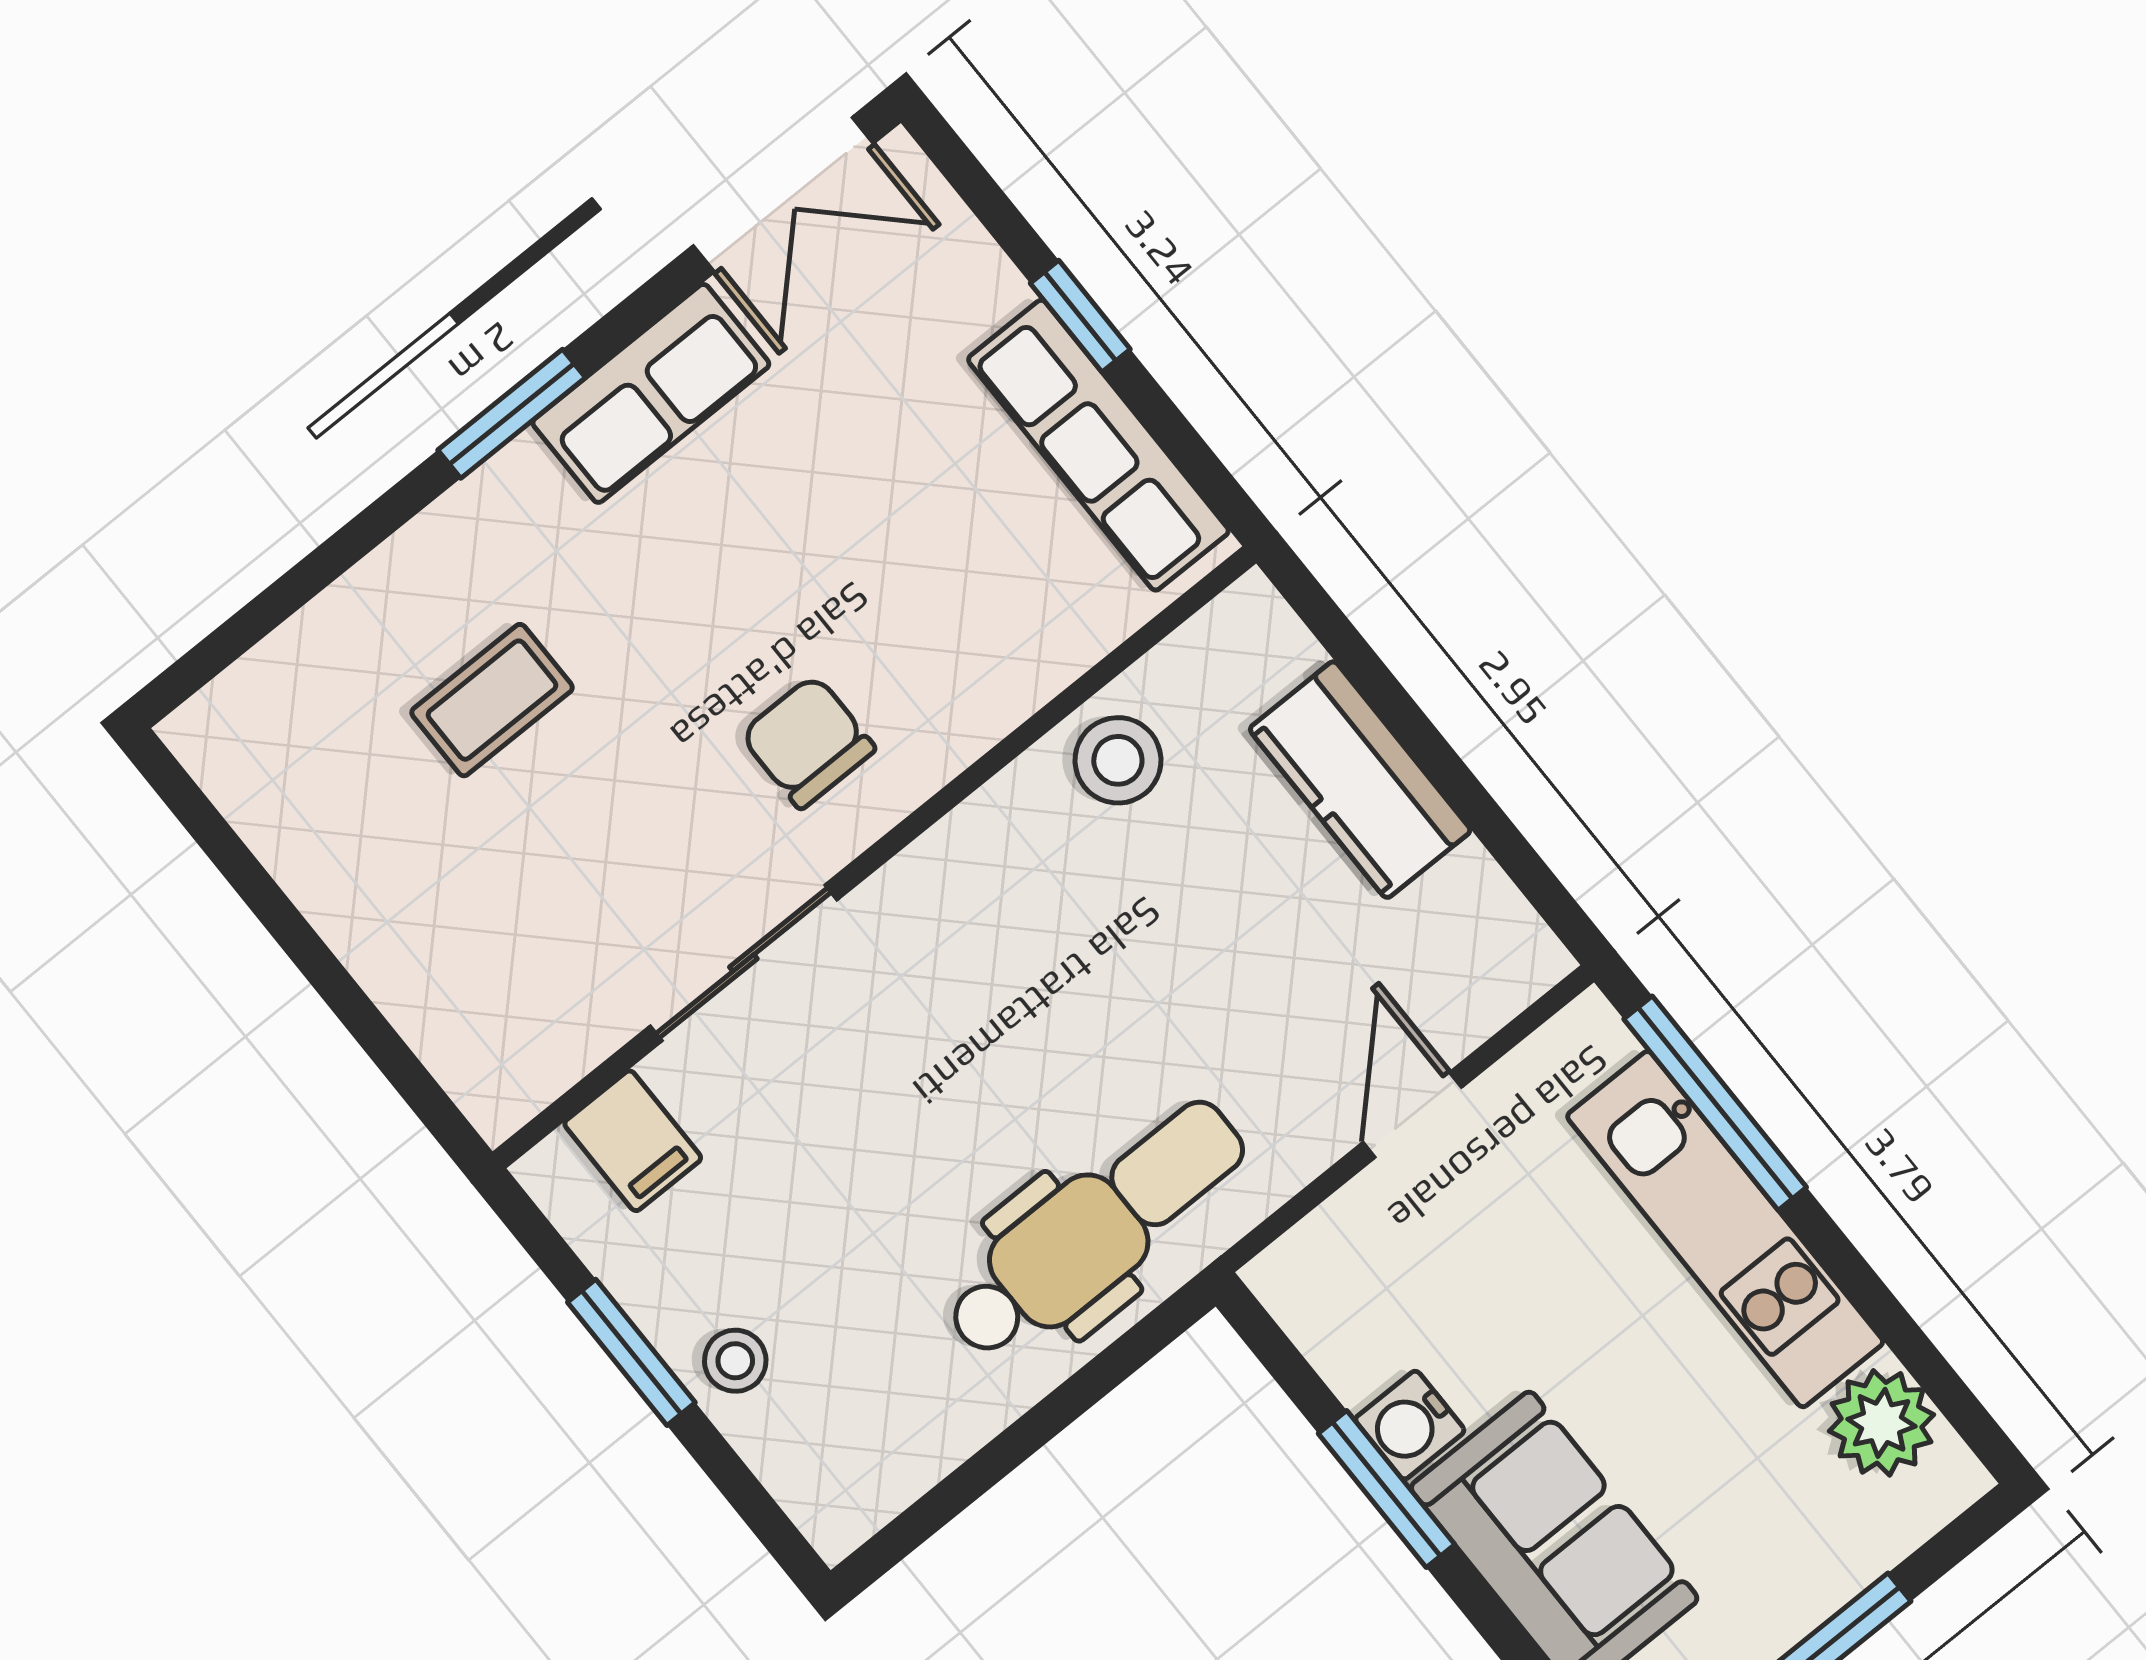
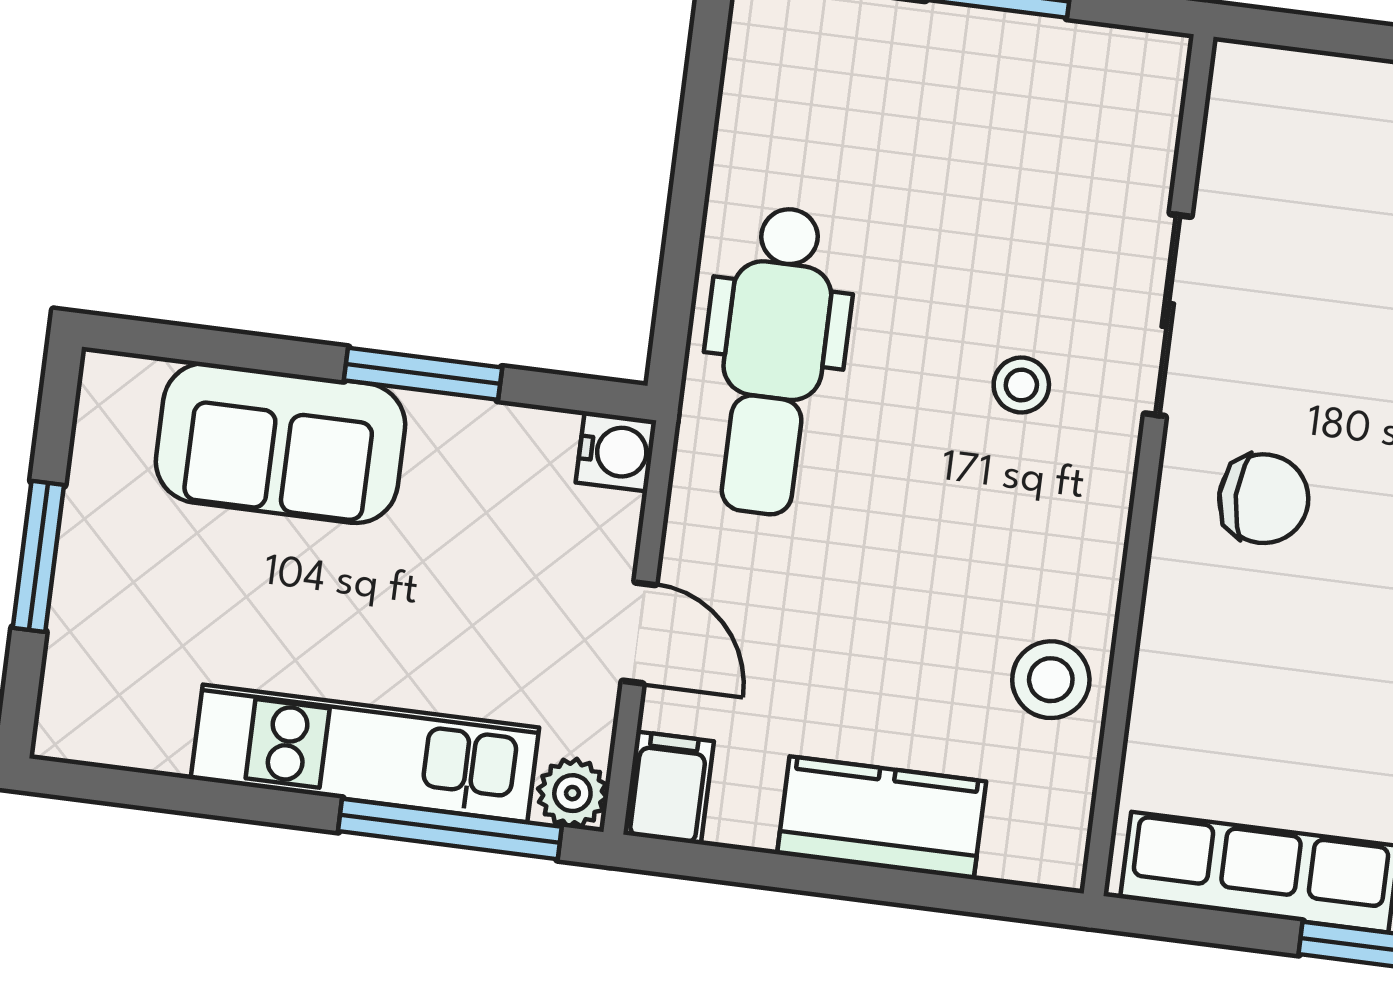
filing cabinet: (633, 1141) -> (668, 788), moved, turned 90
stool: (735, 1361) -> (1021, 385), moved
plant: (1882, 1423) -> (572, 793), moved, width x0.73, depth x0.73
water cooler: (1410, 1425) -> (616, 451), moved, turned 90

